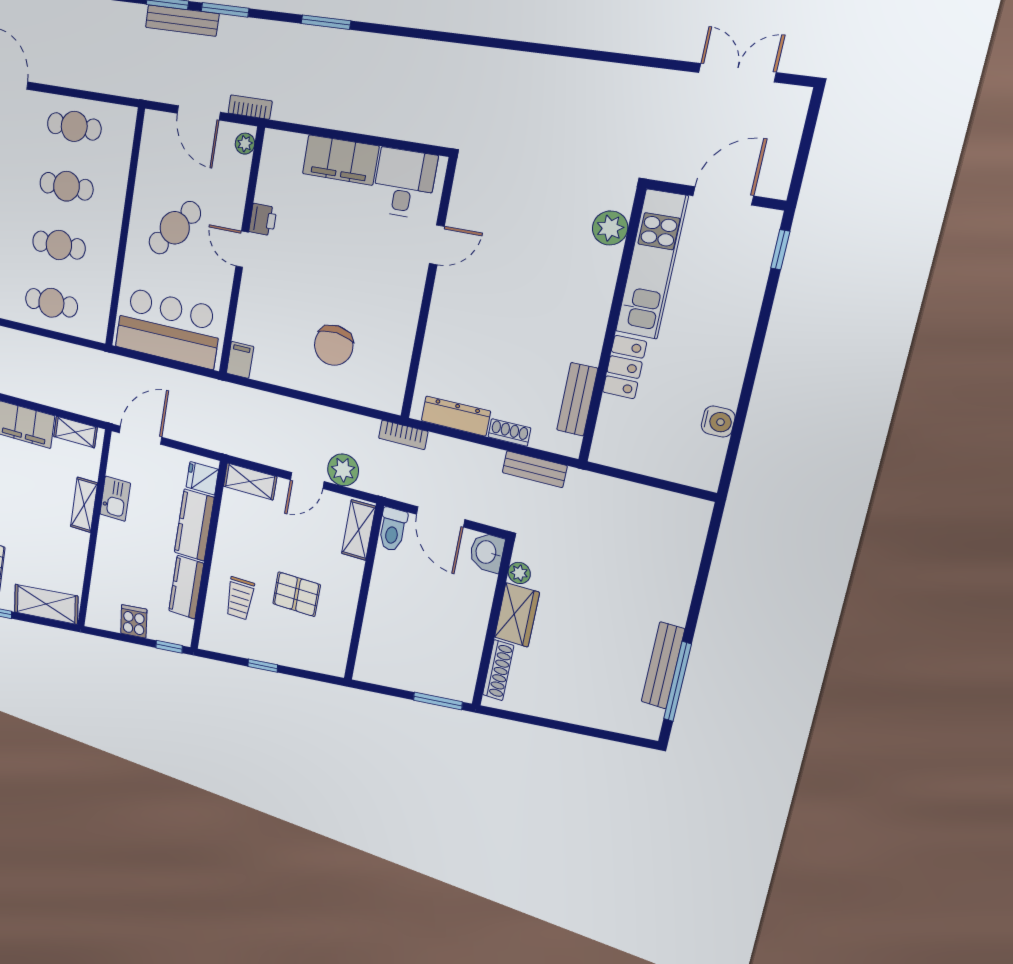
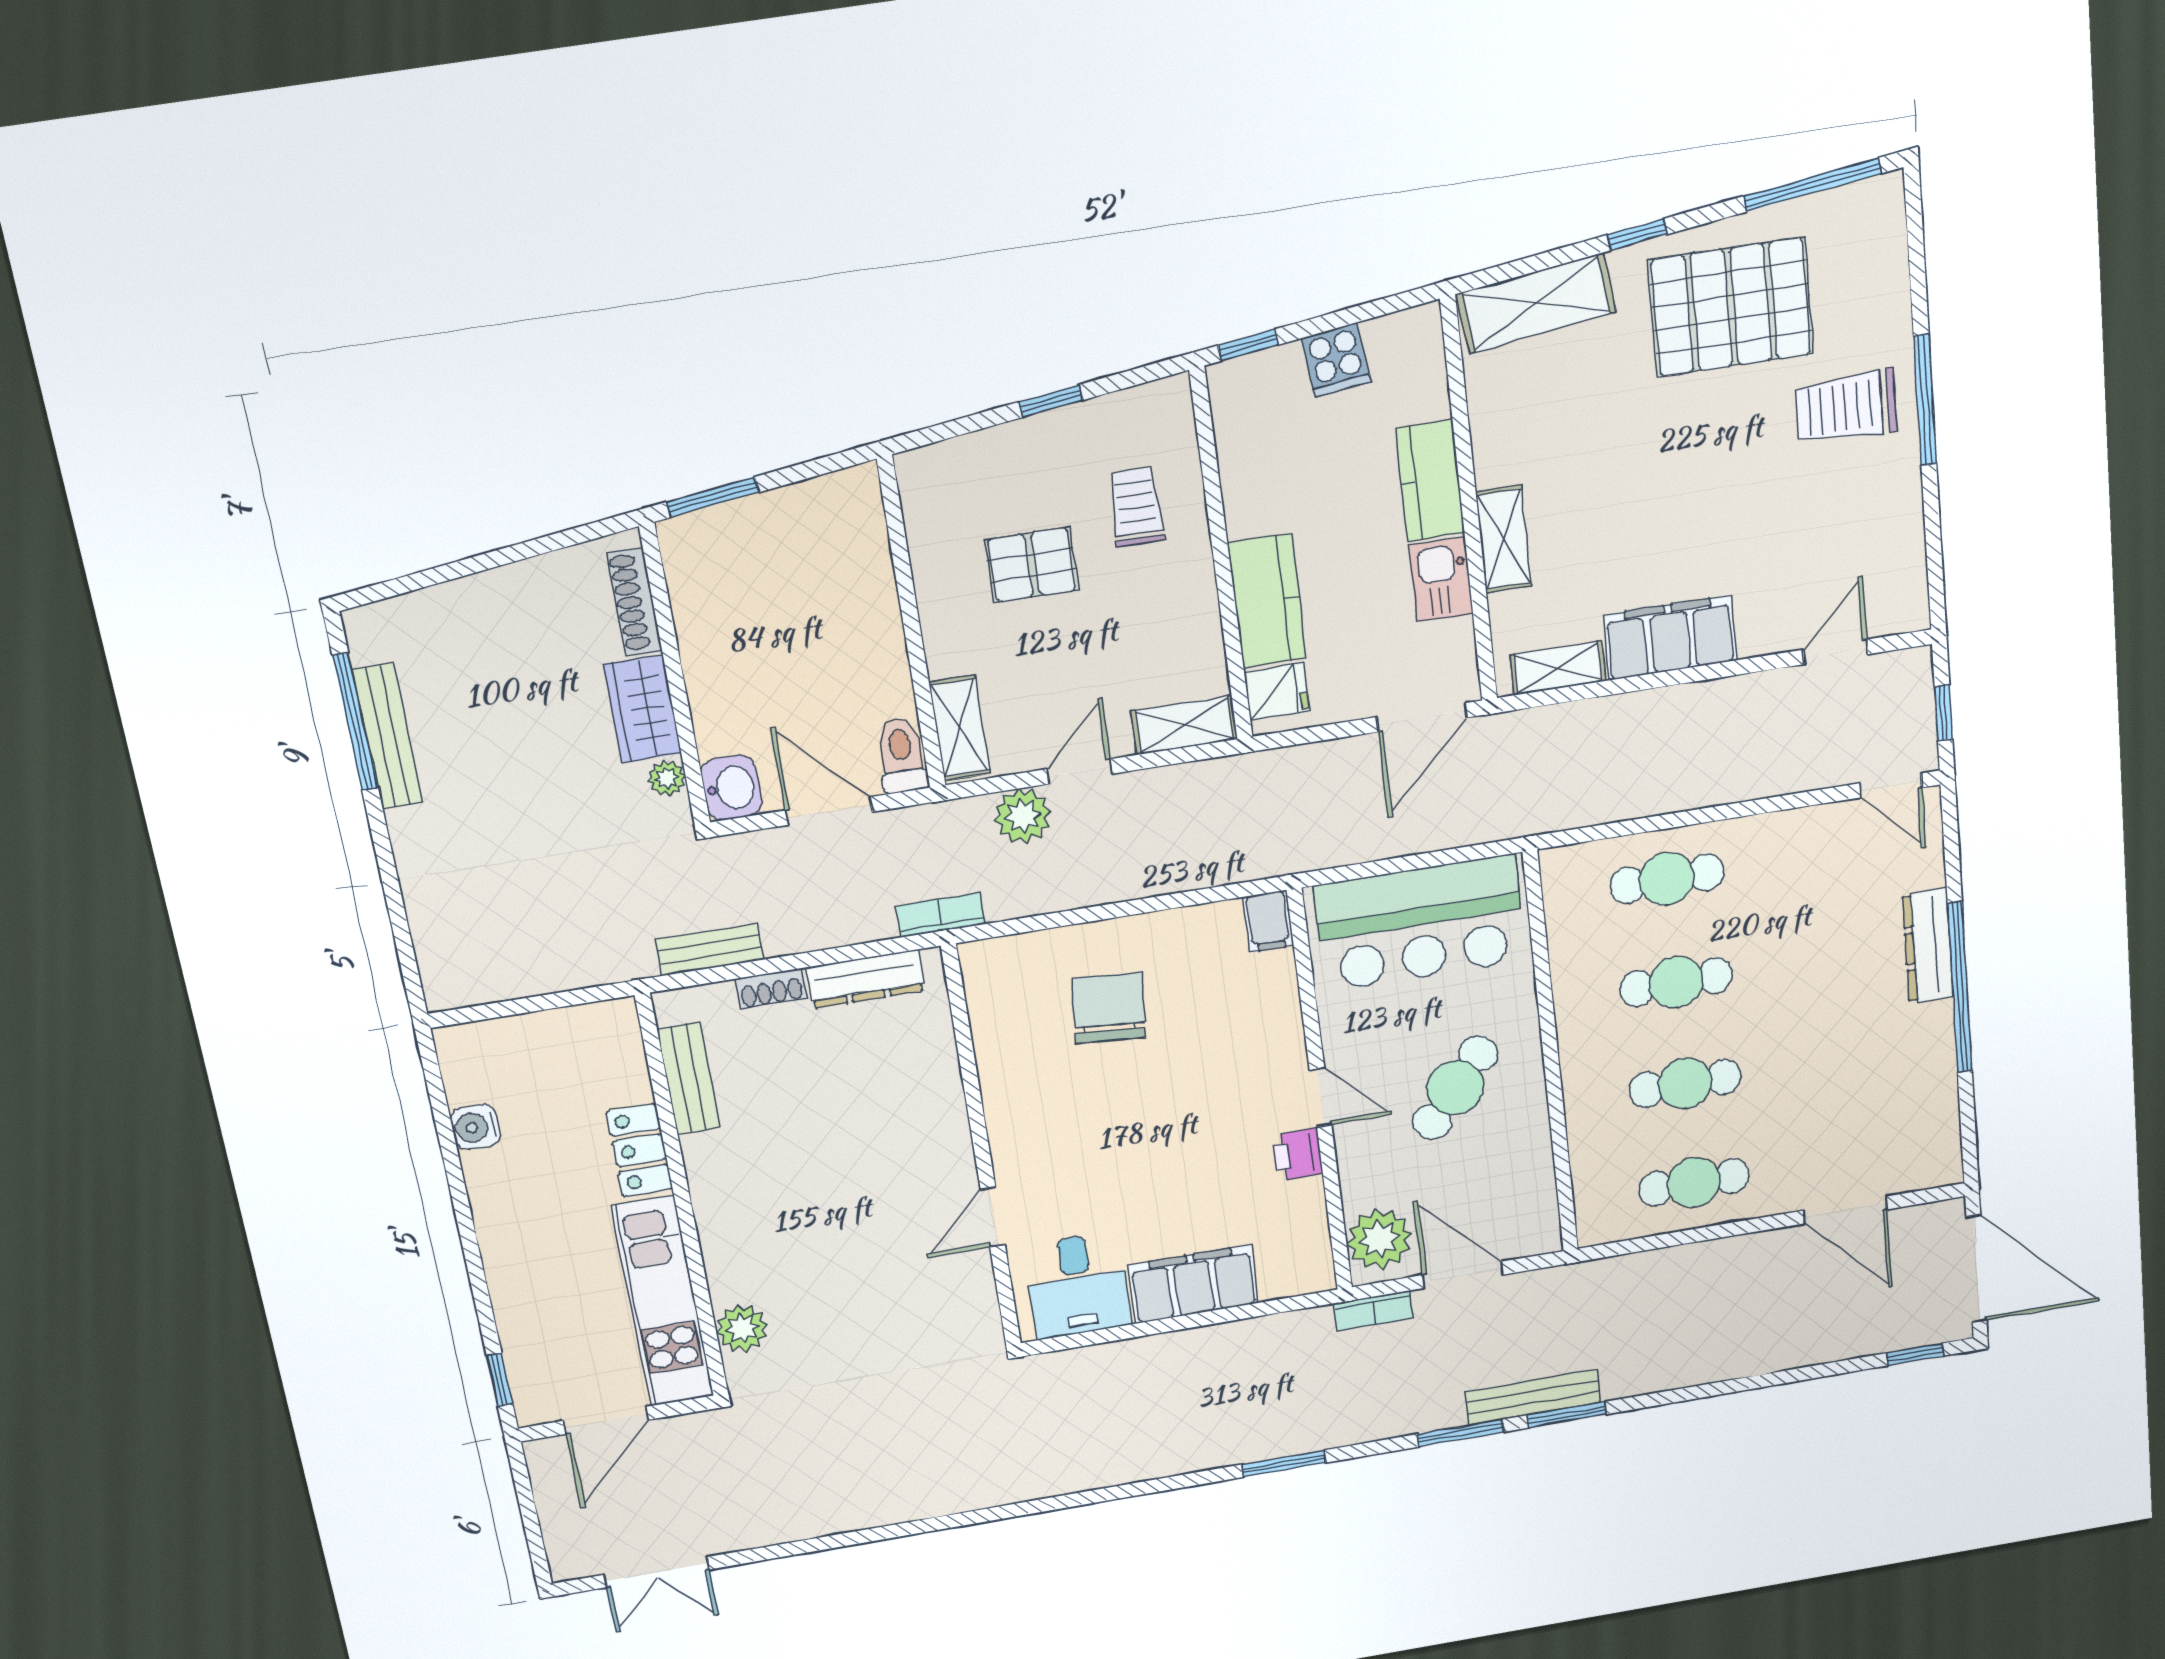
plant: (245, 144) -> (1379, 1239), width x1.88, depth x1.88
kitchen counter: (186, 587) -> (1430, 480), moved, turned 180

